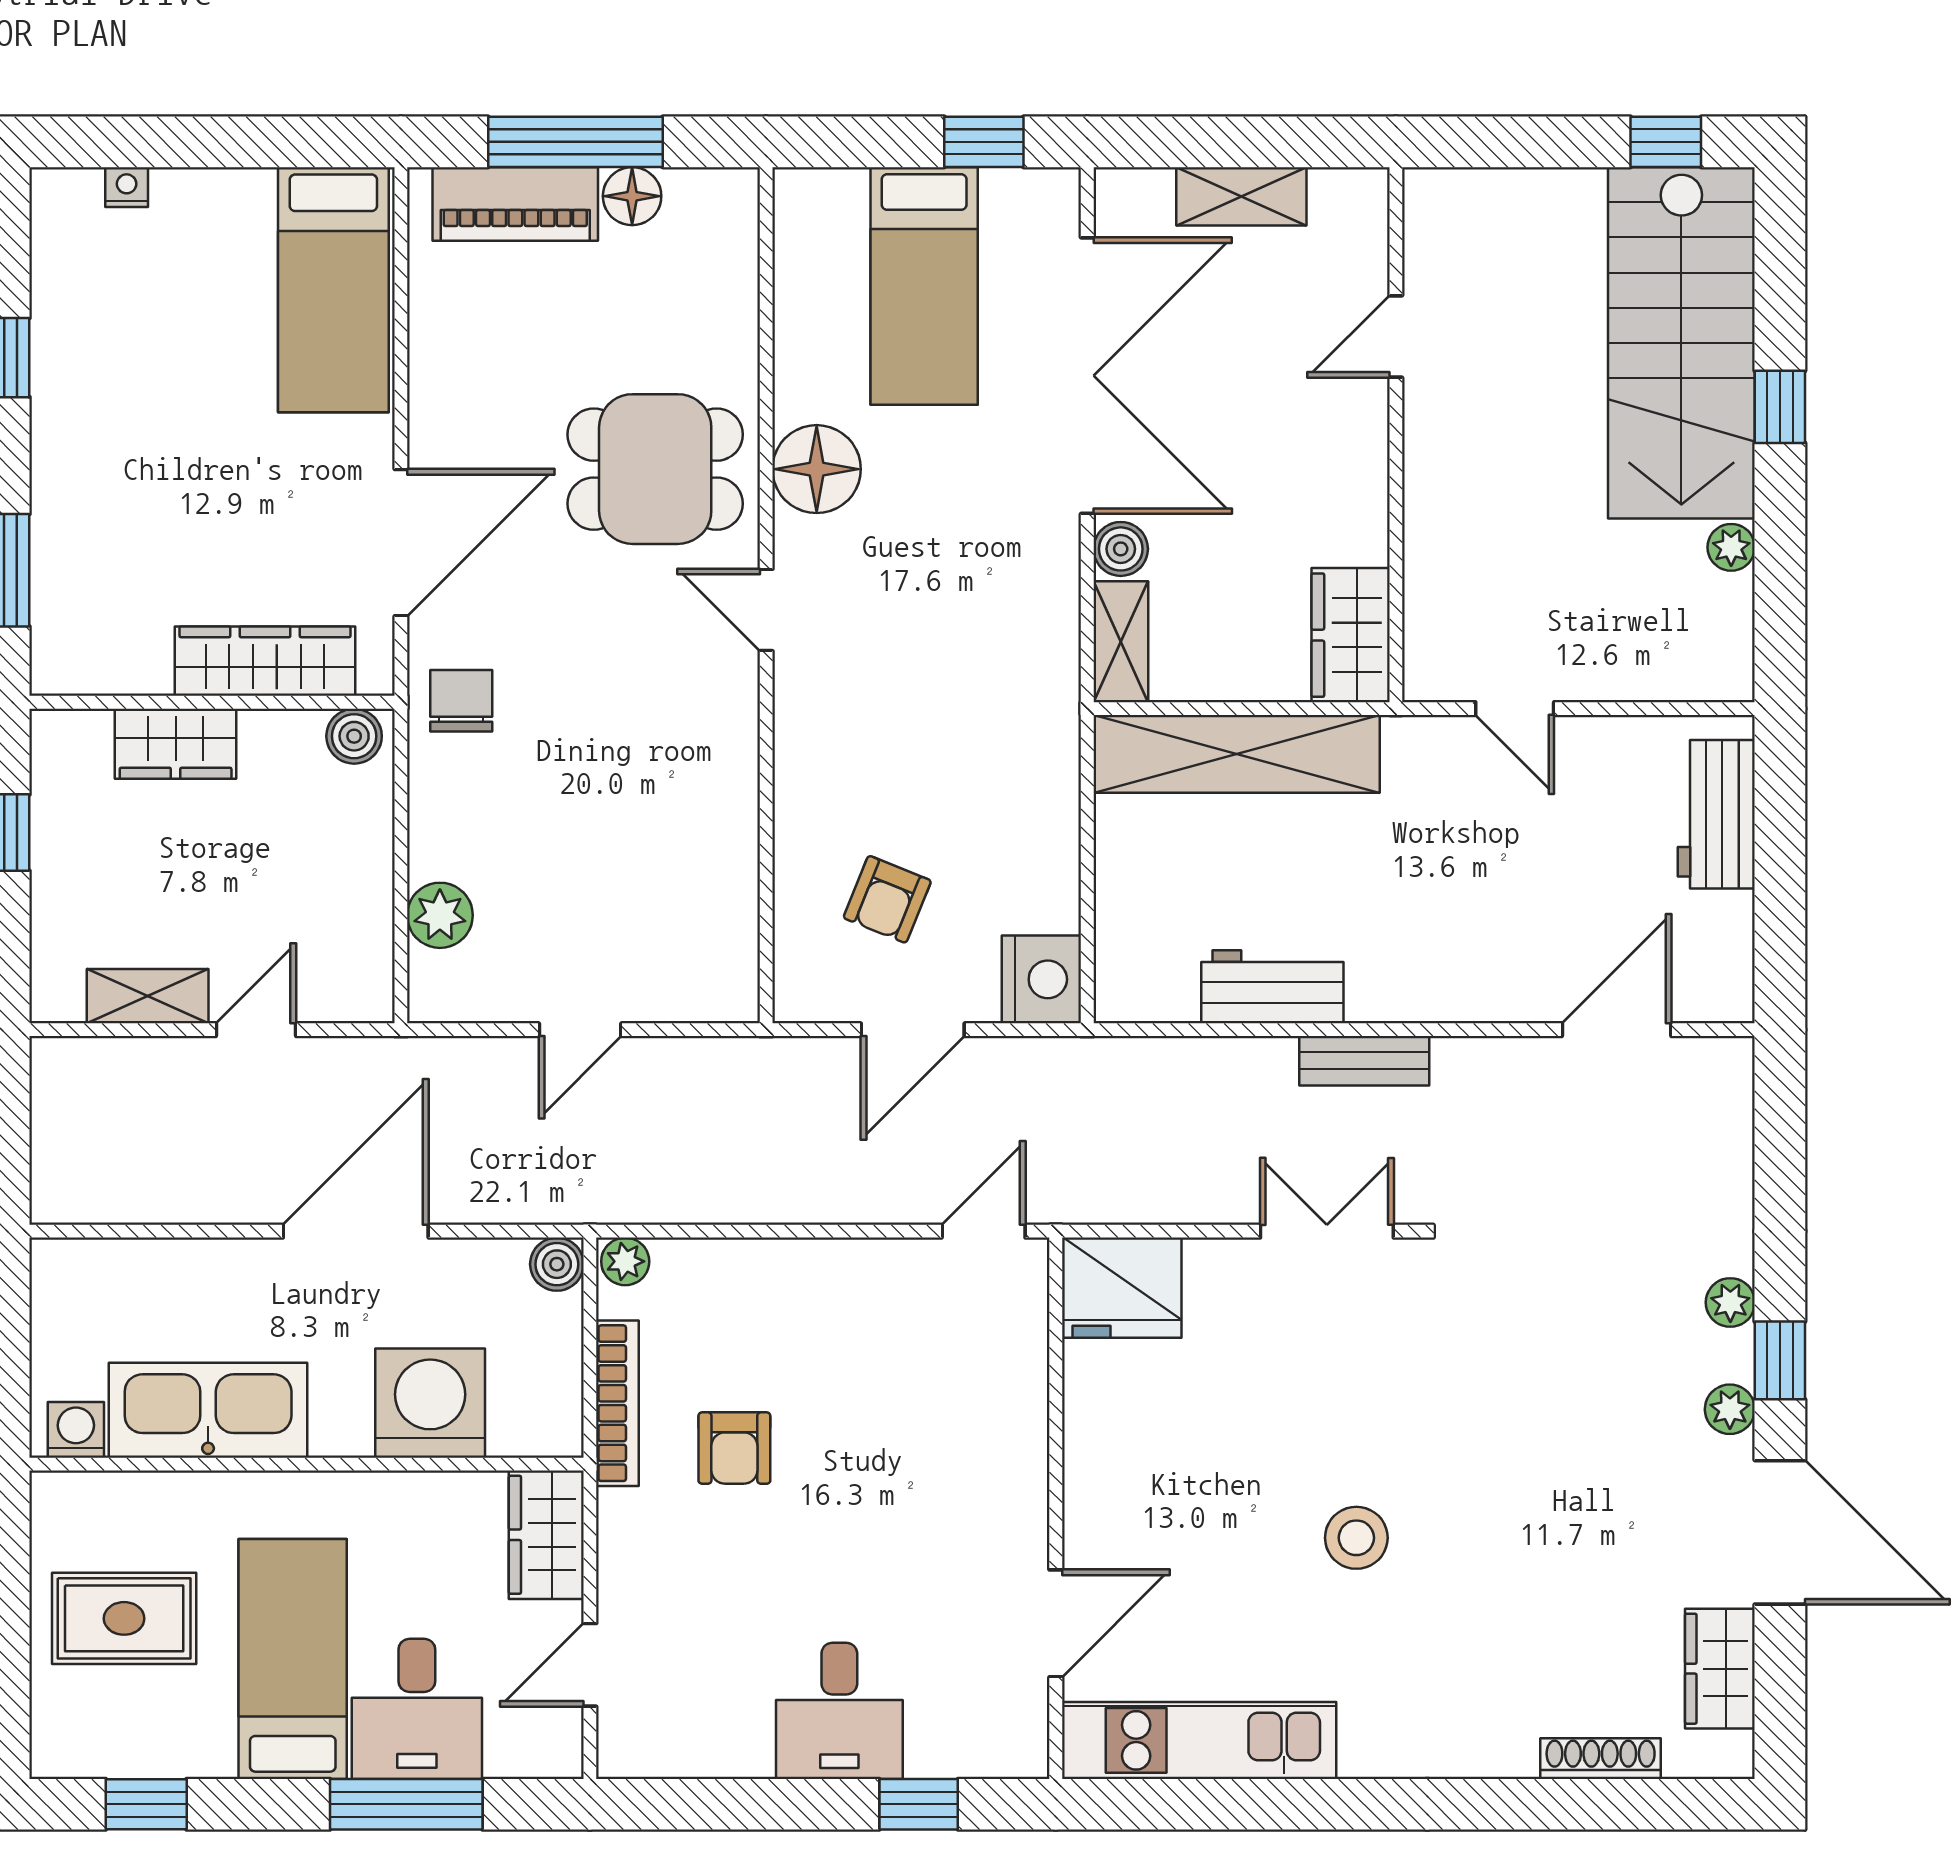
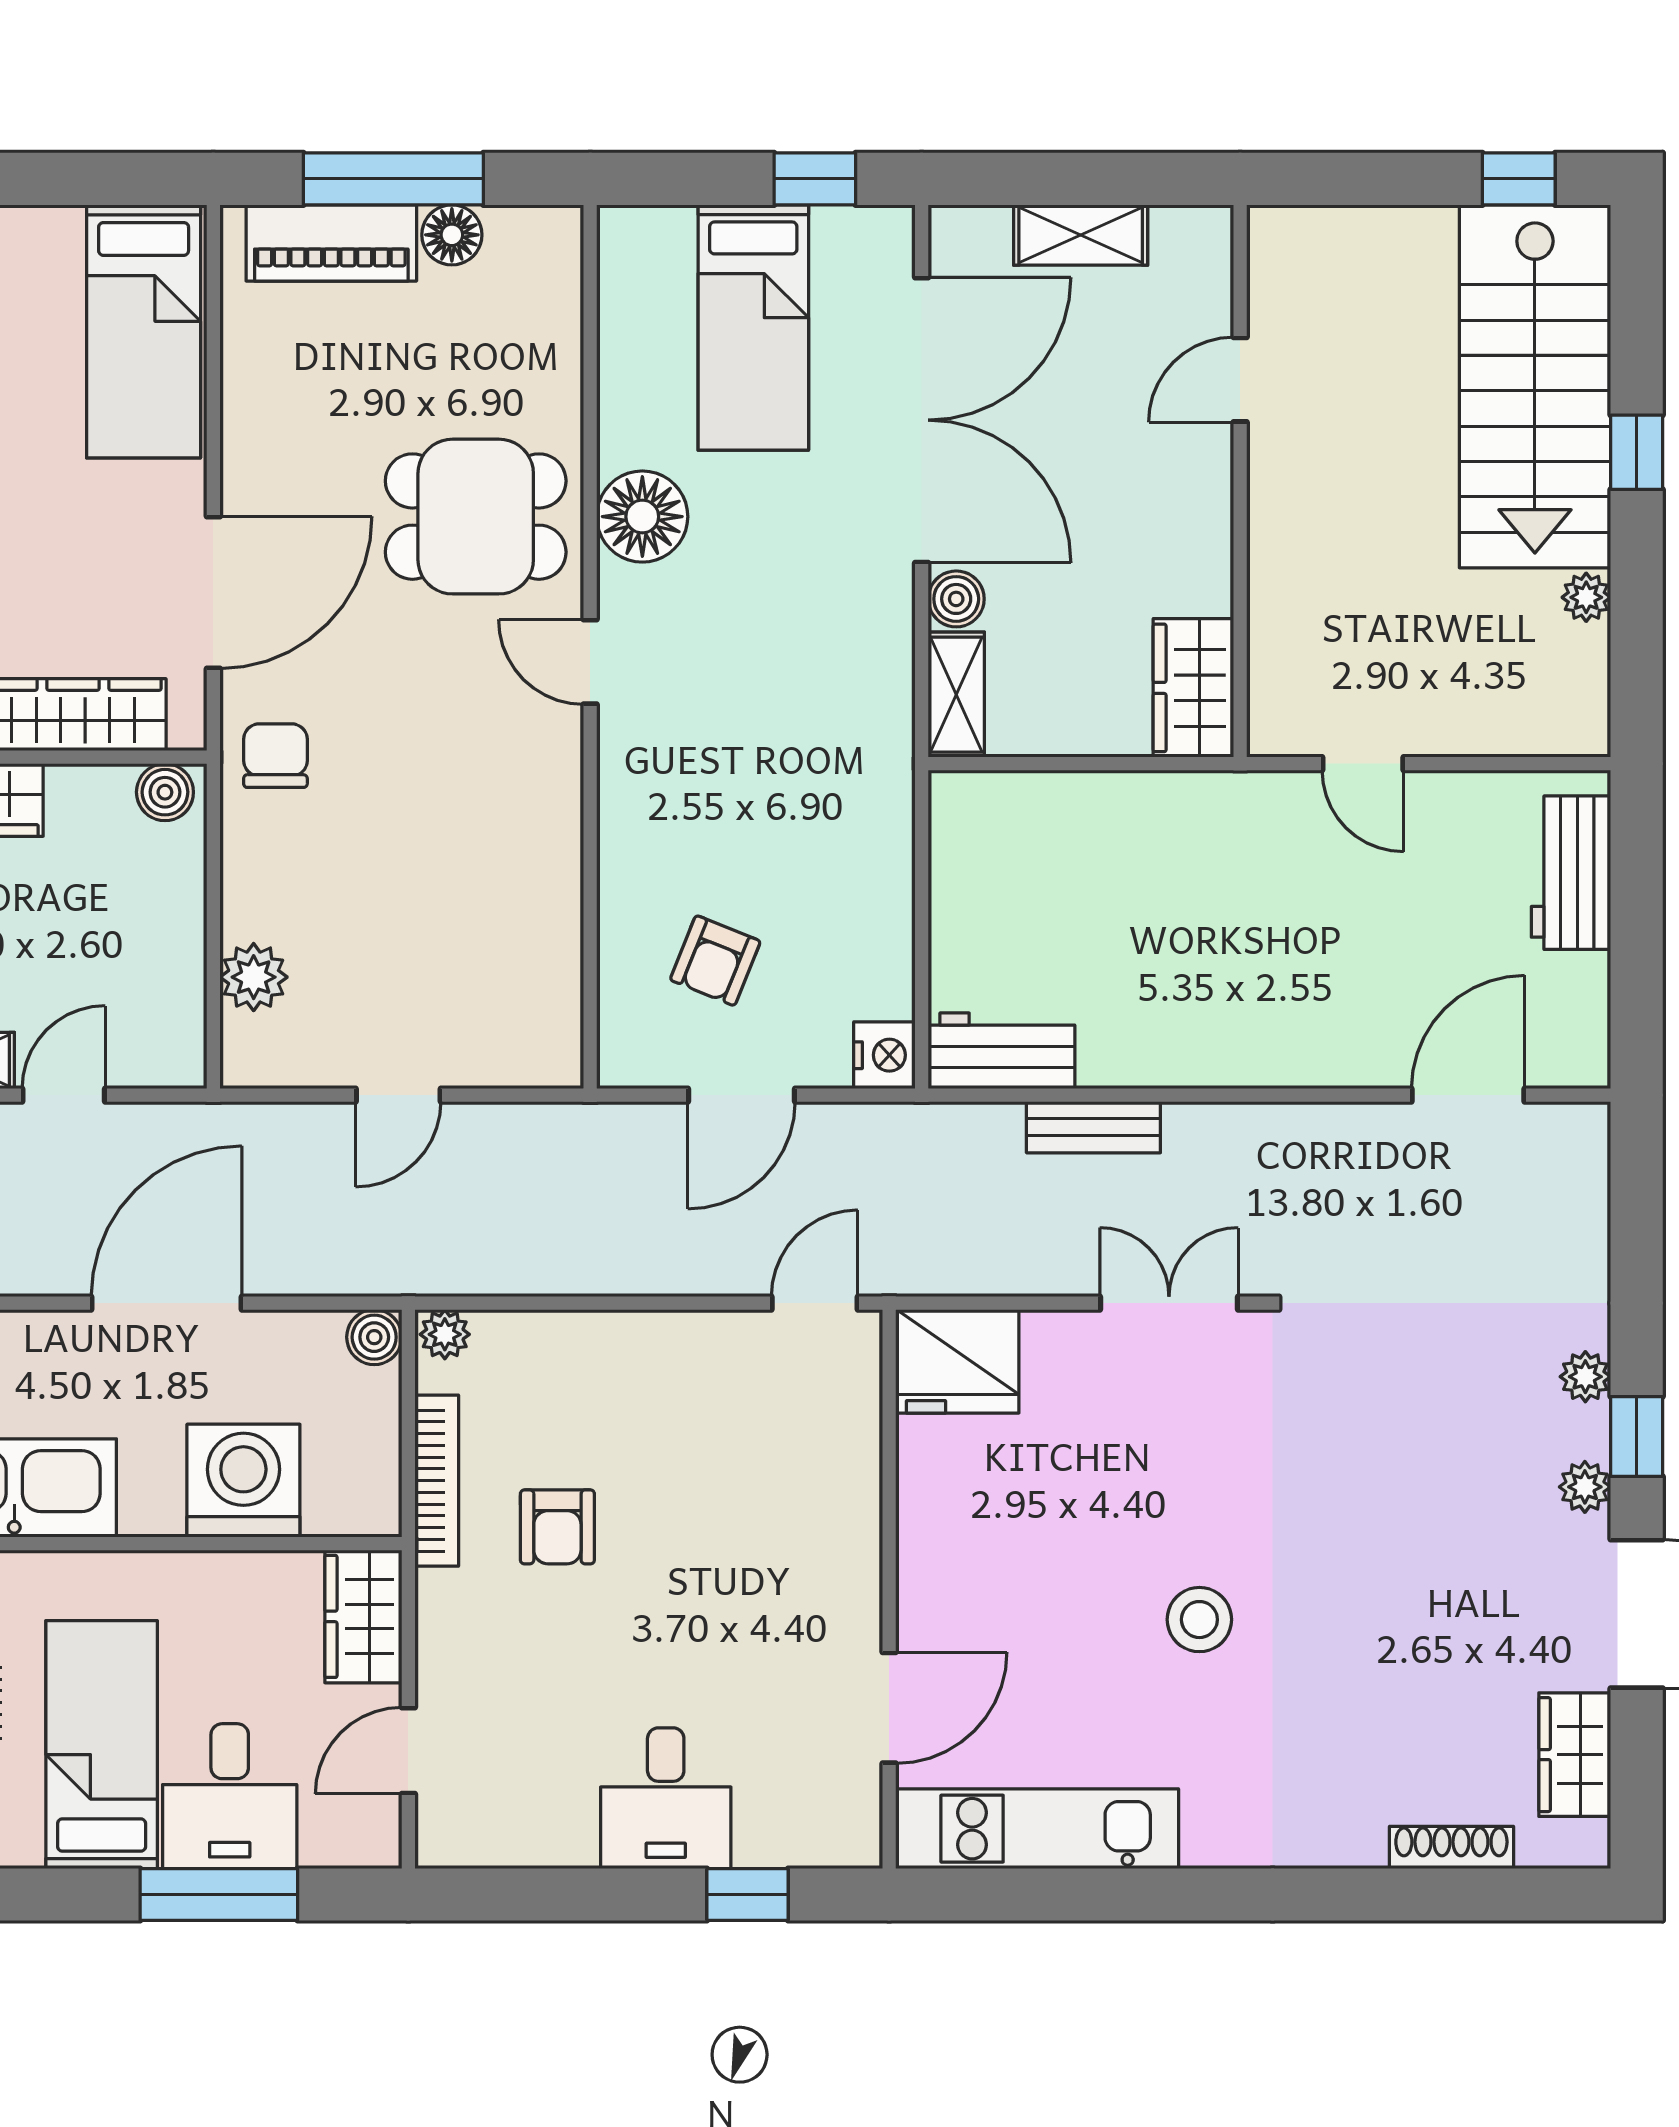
shelving: (1237, 754) -> (1076, 810), removed
nightstand: (1041, 979) -> (884, 1055), width x0.74, depth x0.75
workbench: (1272, 987) -> (1001, 1051), moved
bench: (1364, 1061) -> (1093, 1127), moved

